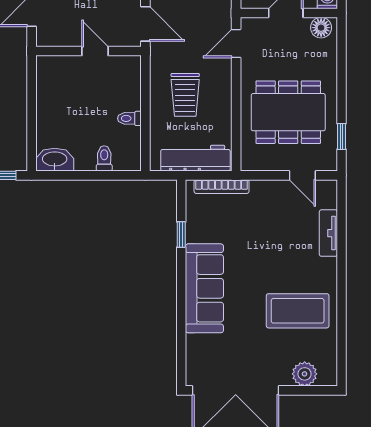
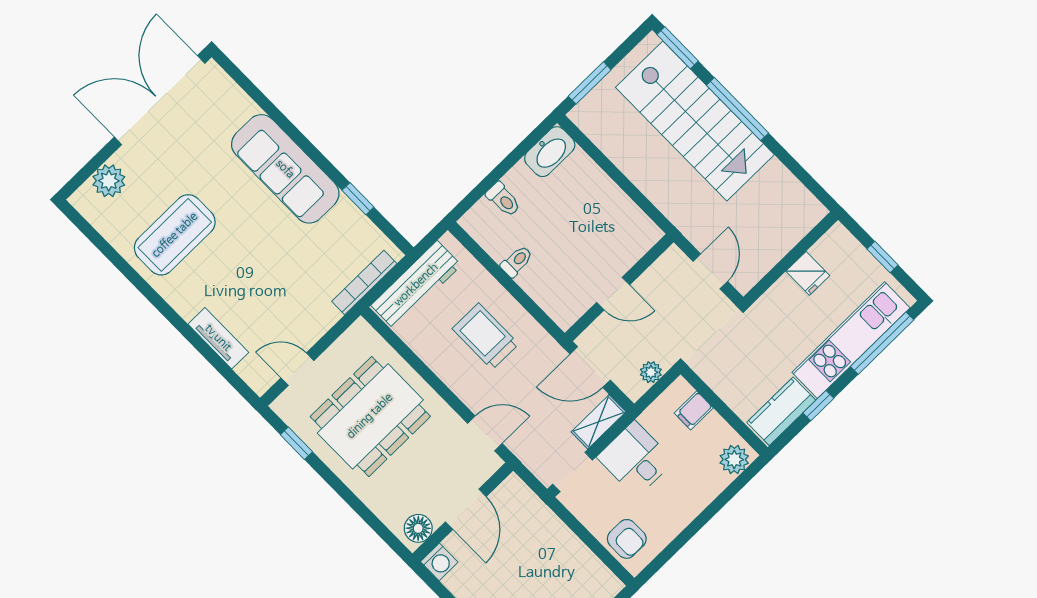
door: (236, 43) -> (485, 433), hinge flipped

